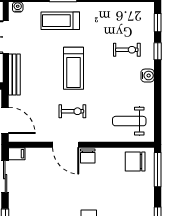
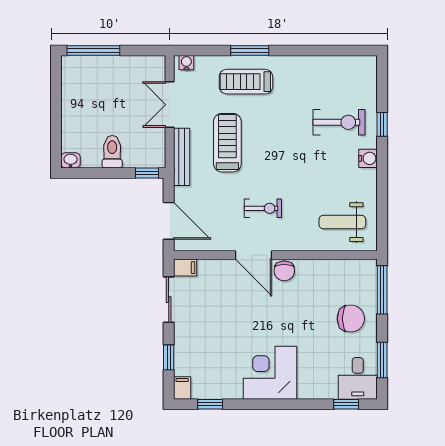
window: (158, 23) -> (382, 84), removed
exercise bike: (127, 50) -> (339, 122), width x1.38, depth x1.39
treadmill: (73, 68) -> (227, 143), moved, turned 180
chair: (135, 161) -> (351, 319), moved, turned 180

